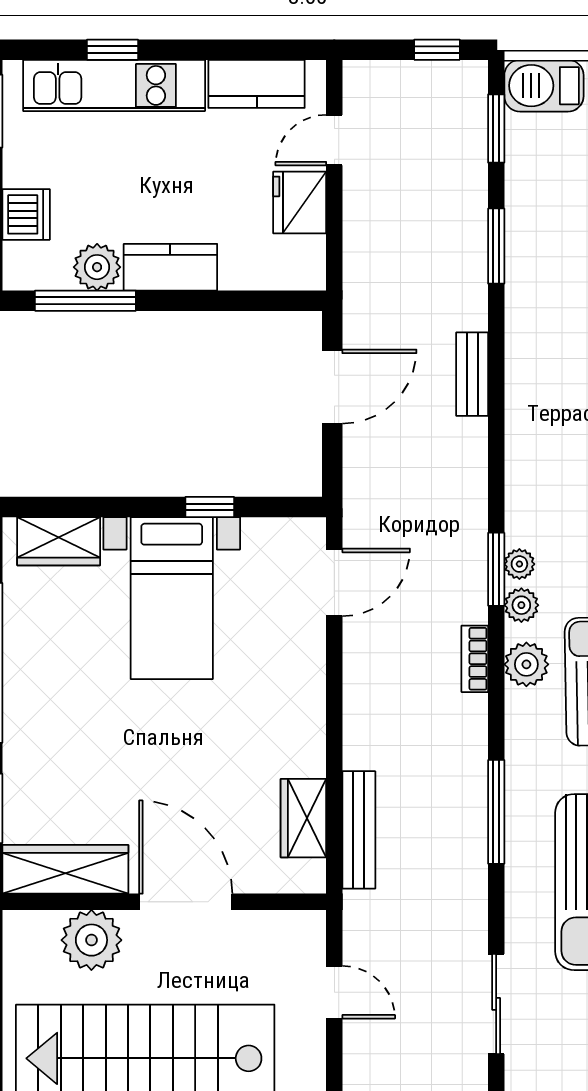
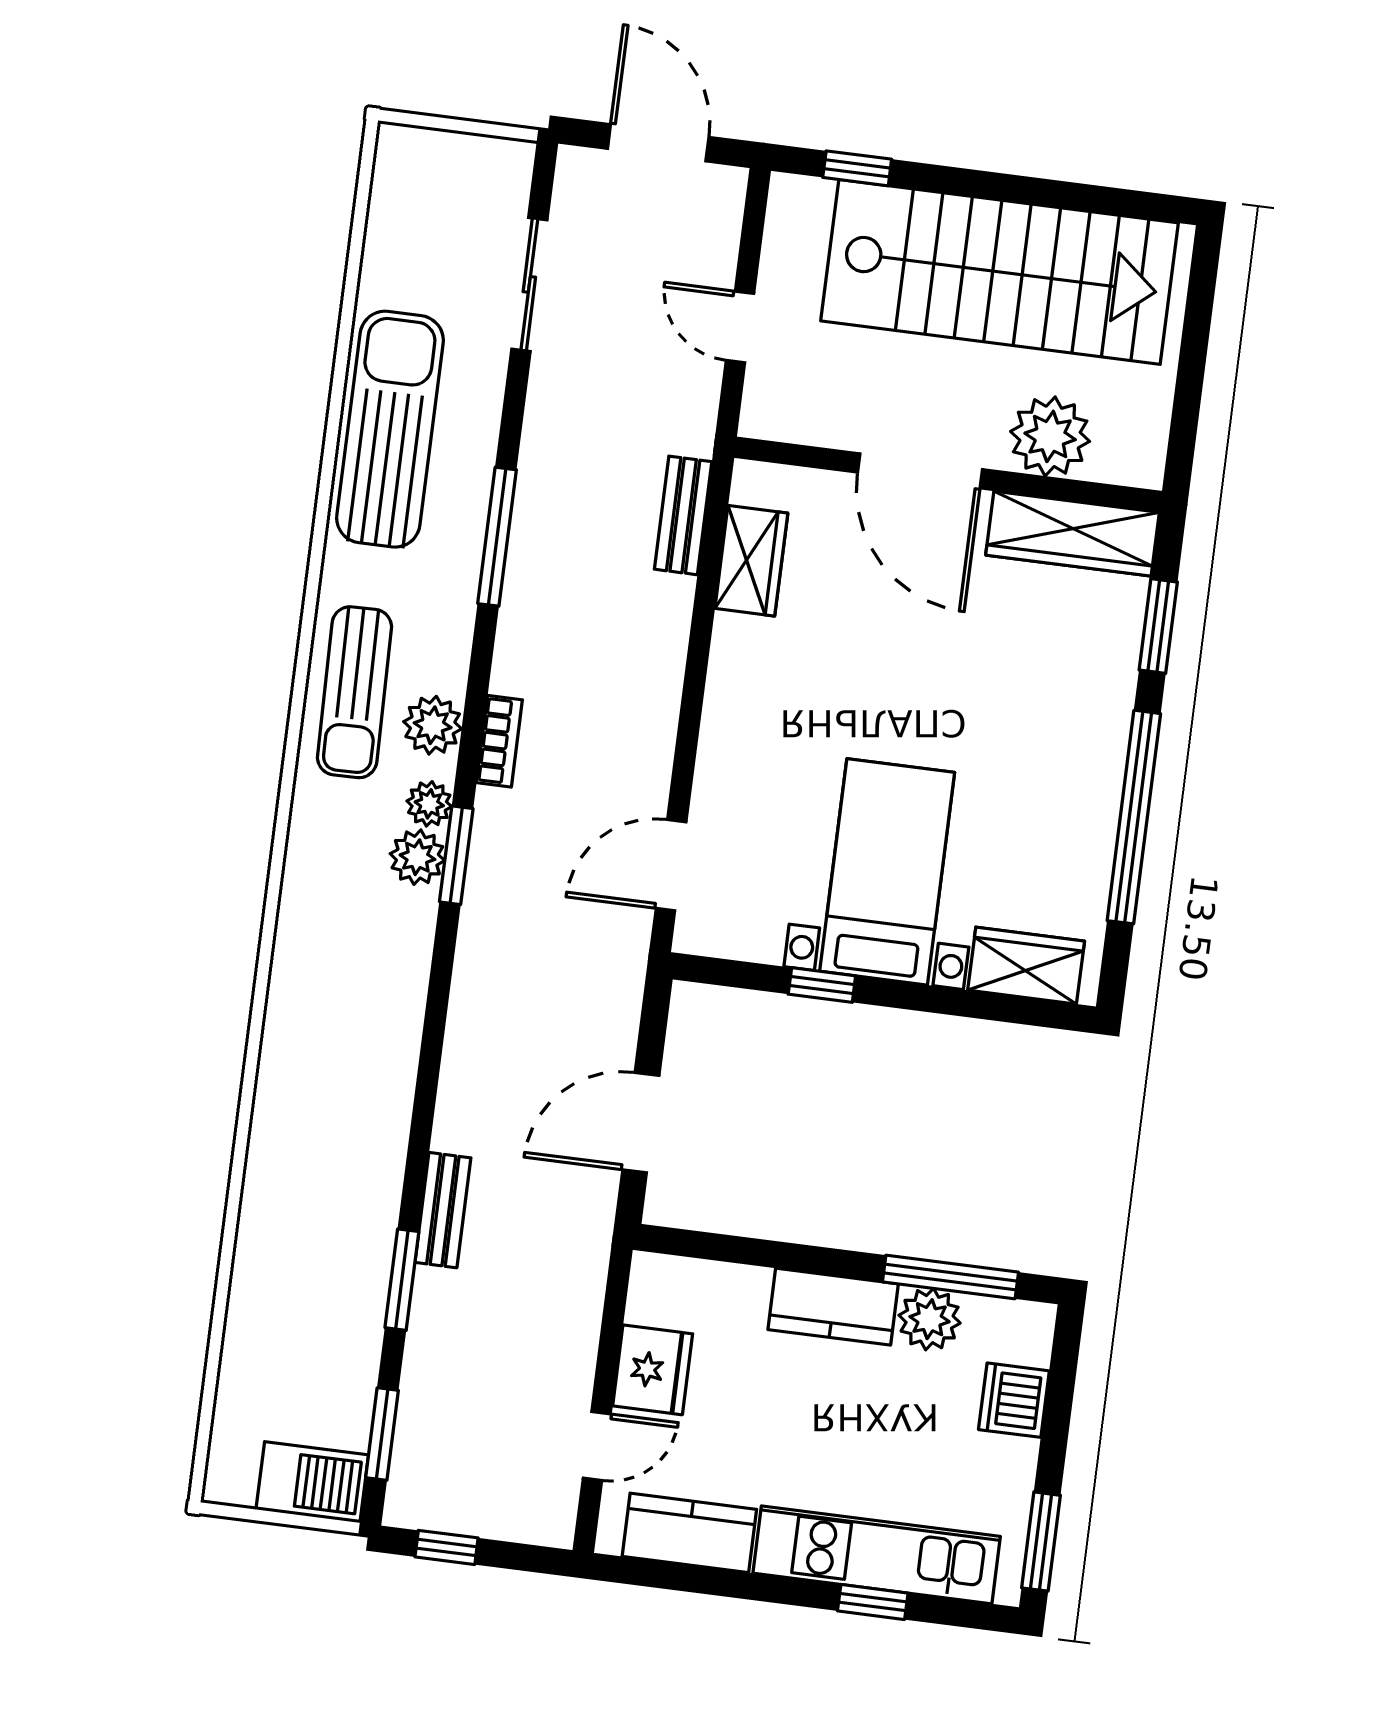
bench: (472, 374) -> (443, 1210), moved
plant: (519, 564) -> (417, 857), width x1.38, depth x1.38
bench: (359, 830) -> (683, 515), width x0.73

